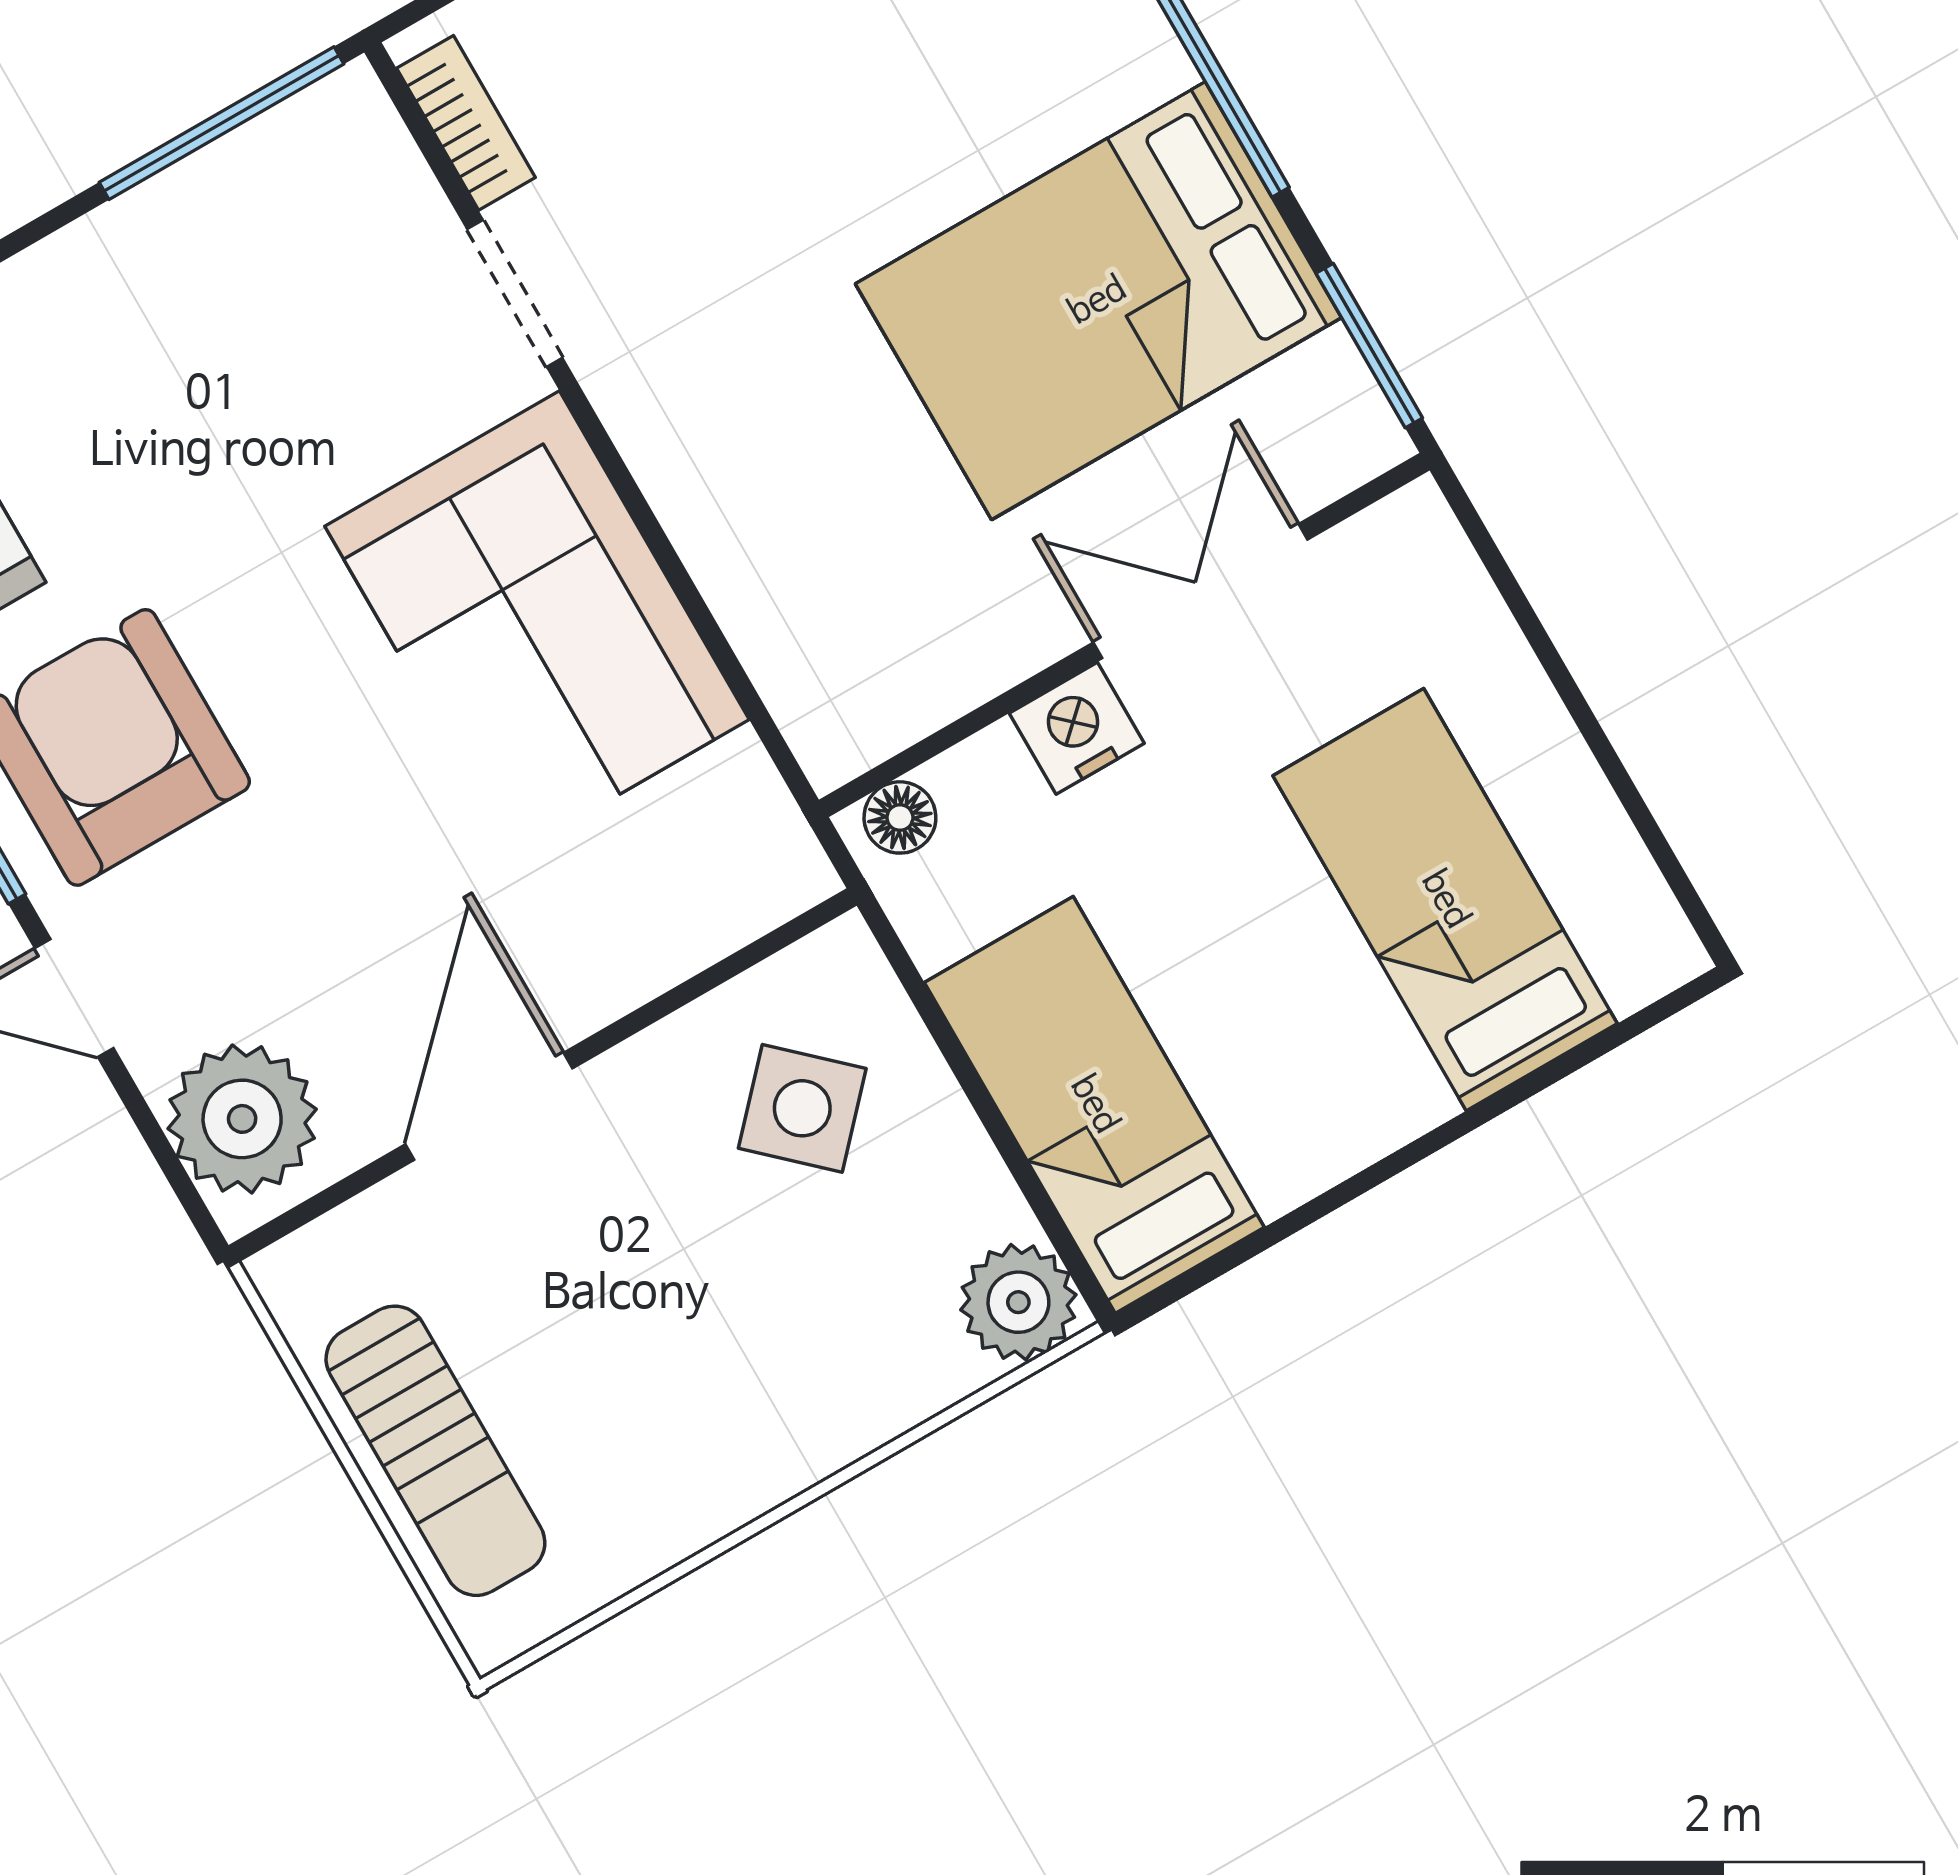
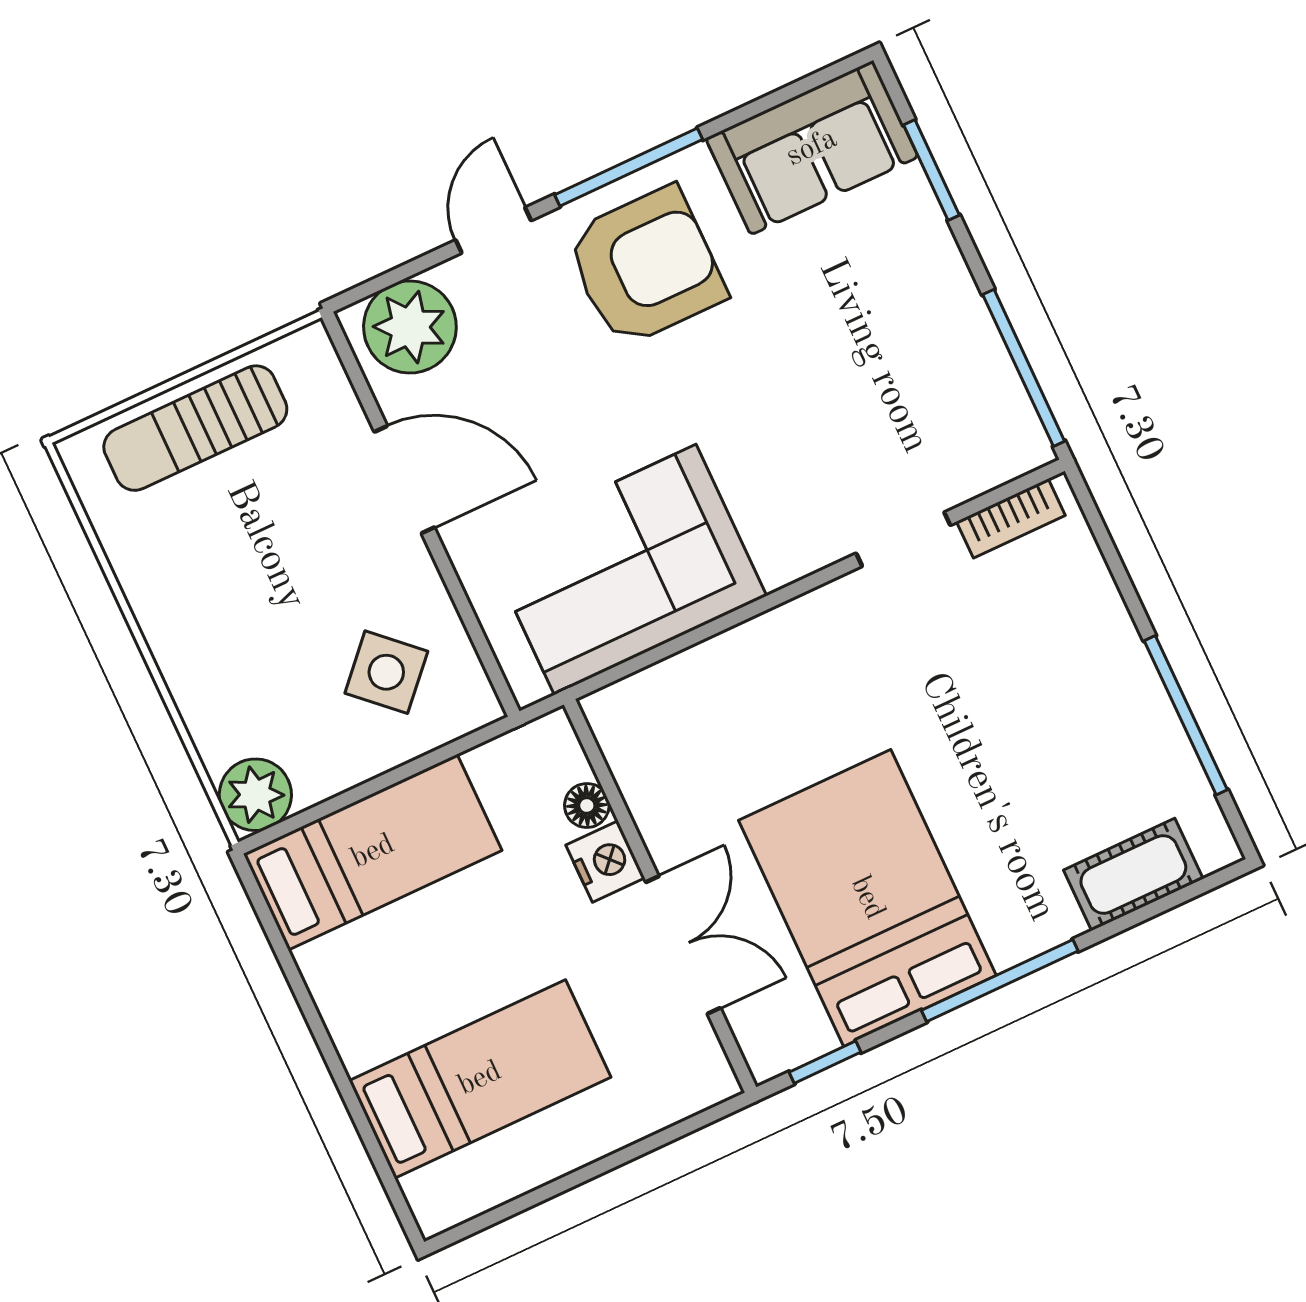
window: (1369, 346) -> (825, 1062), width x0.67
corner sofa: (537, 623) -> (625, 570), moved
floor lamp: (900, 817) -> (587, 806), moved

